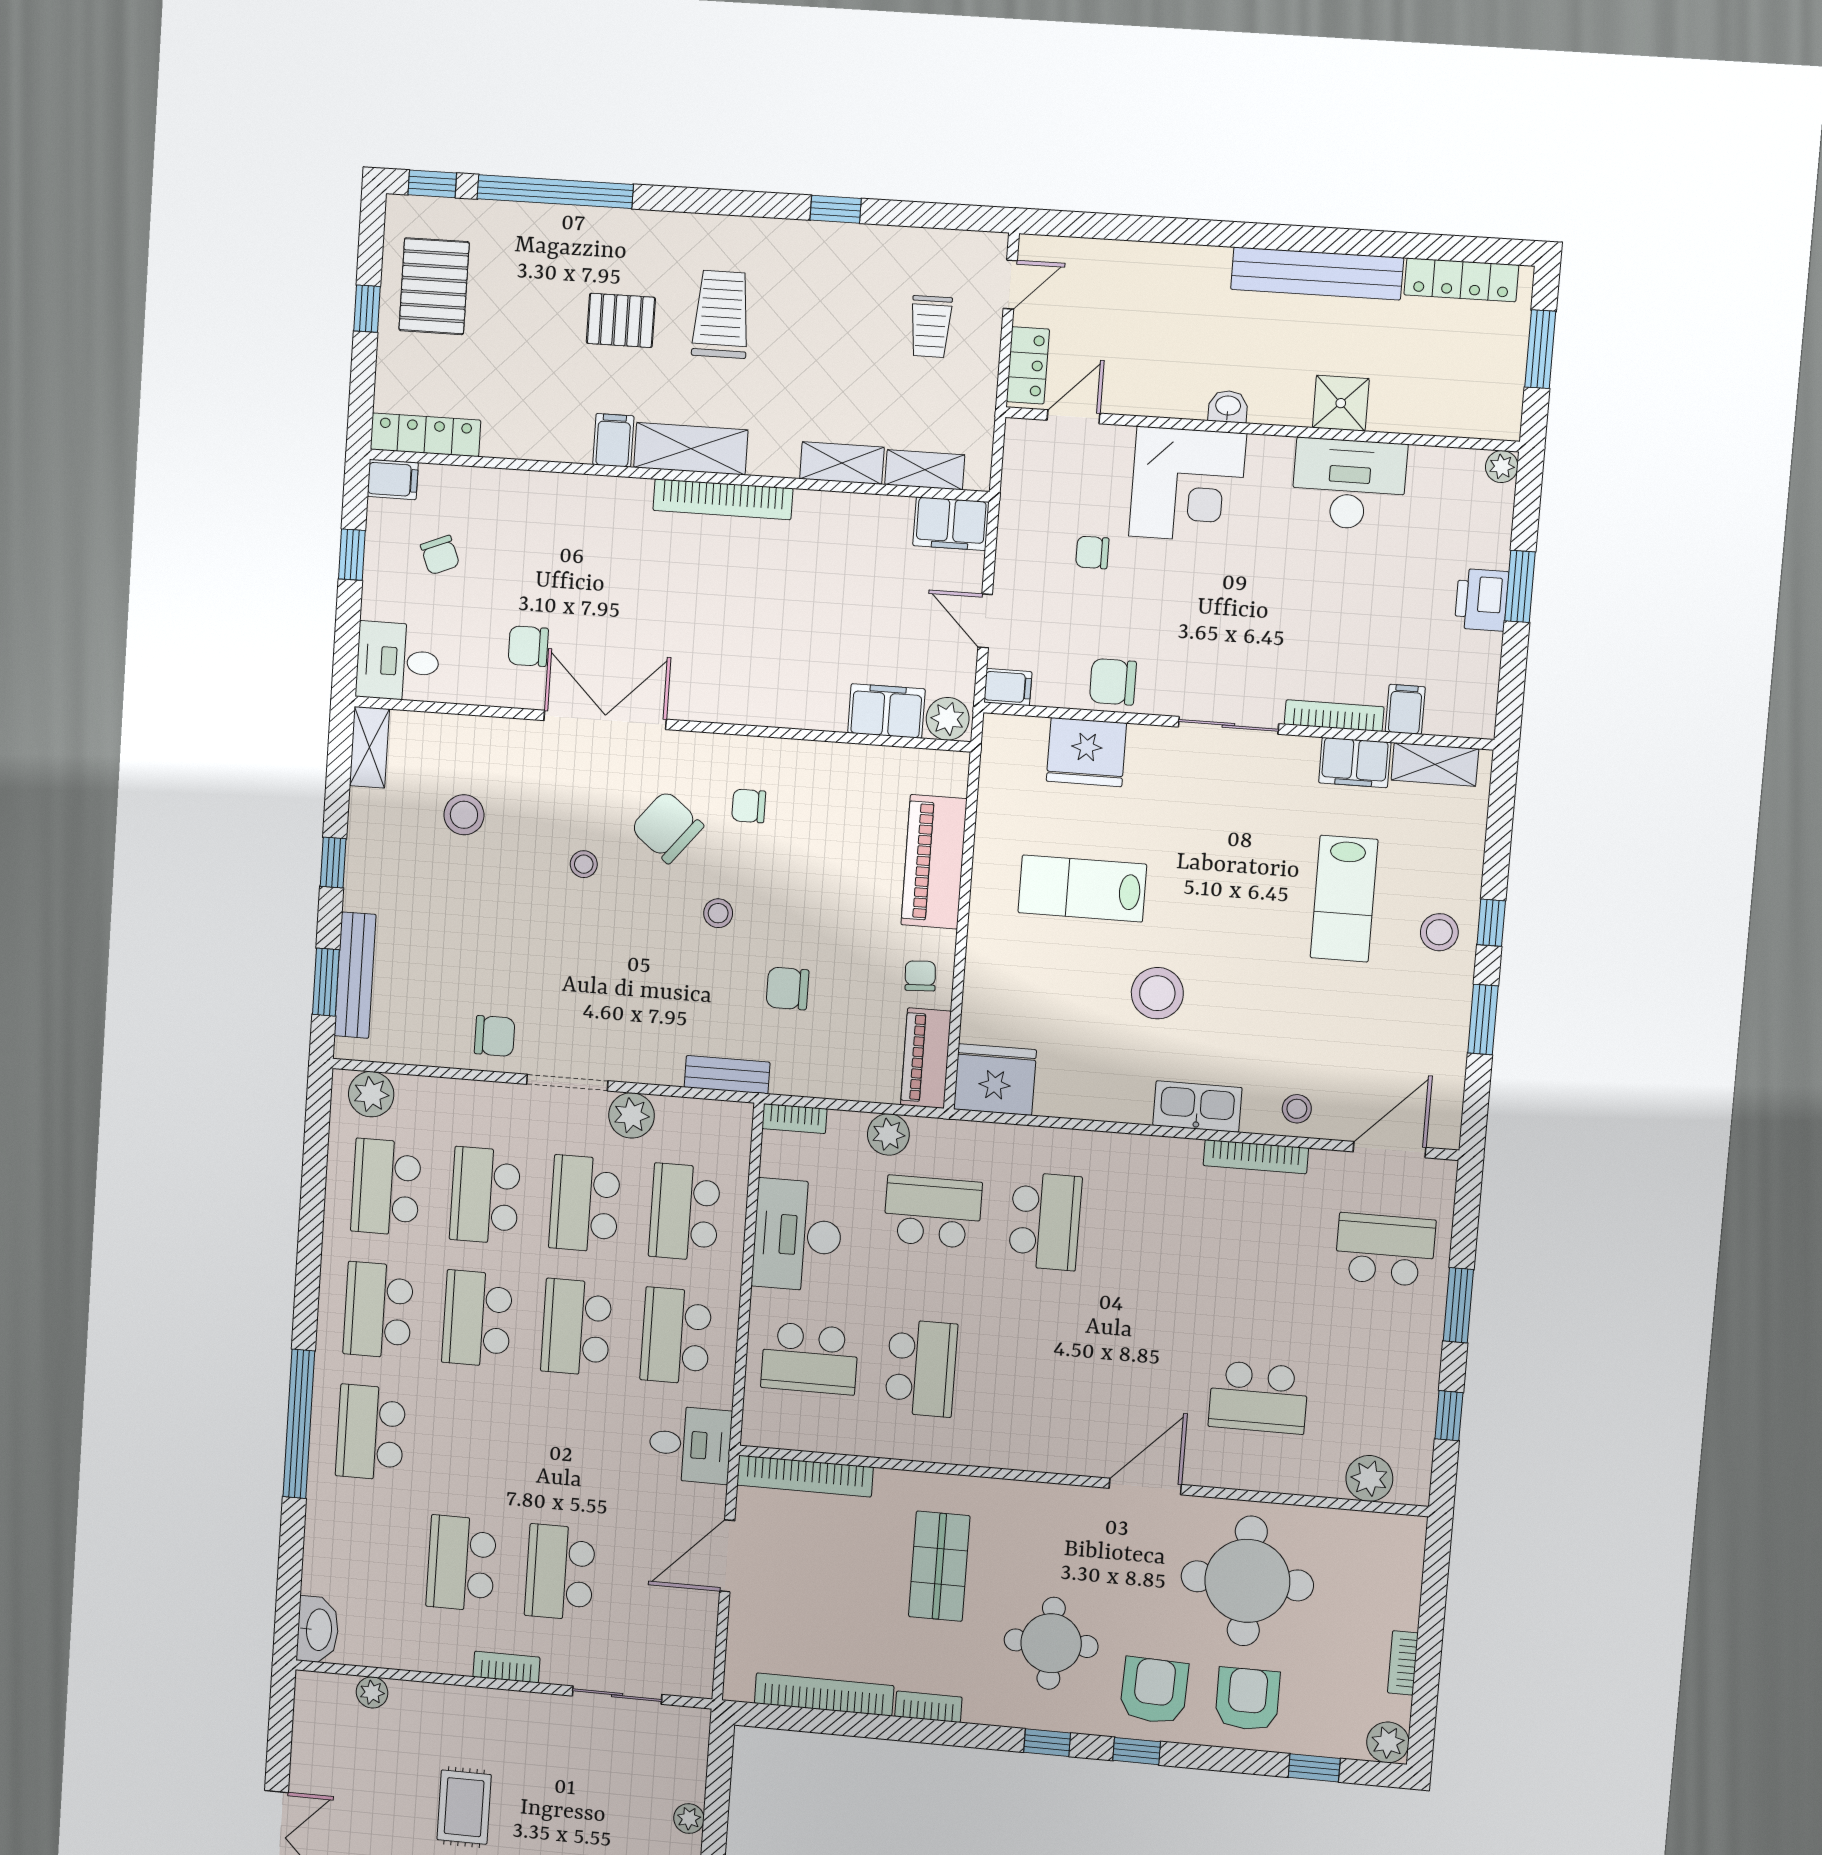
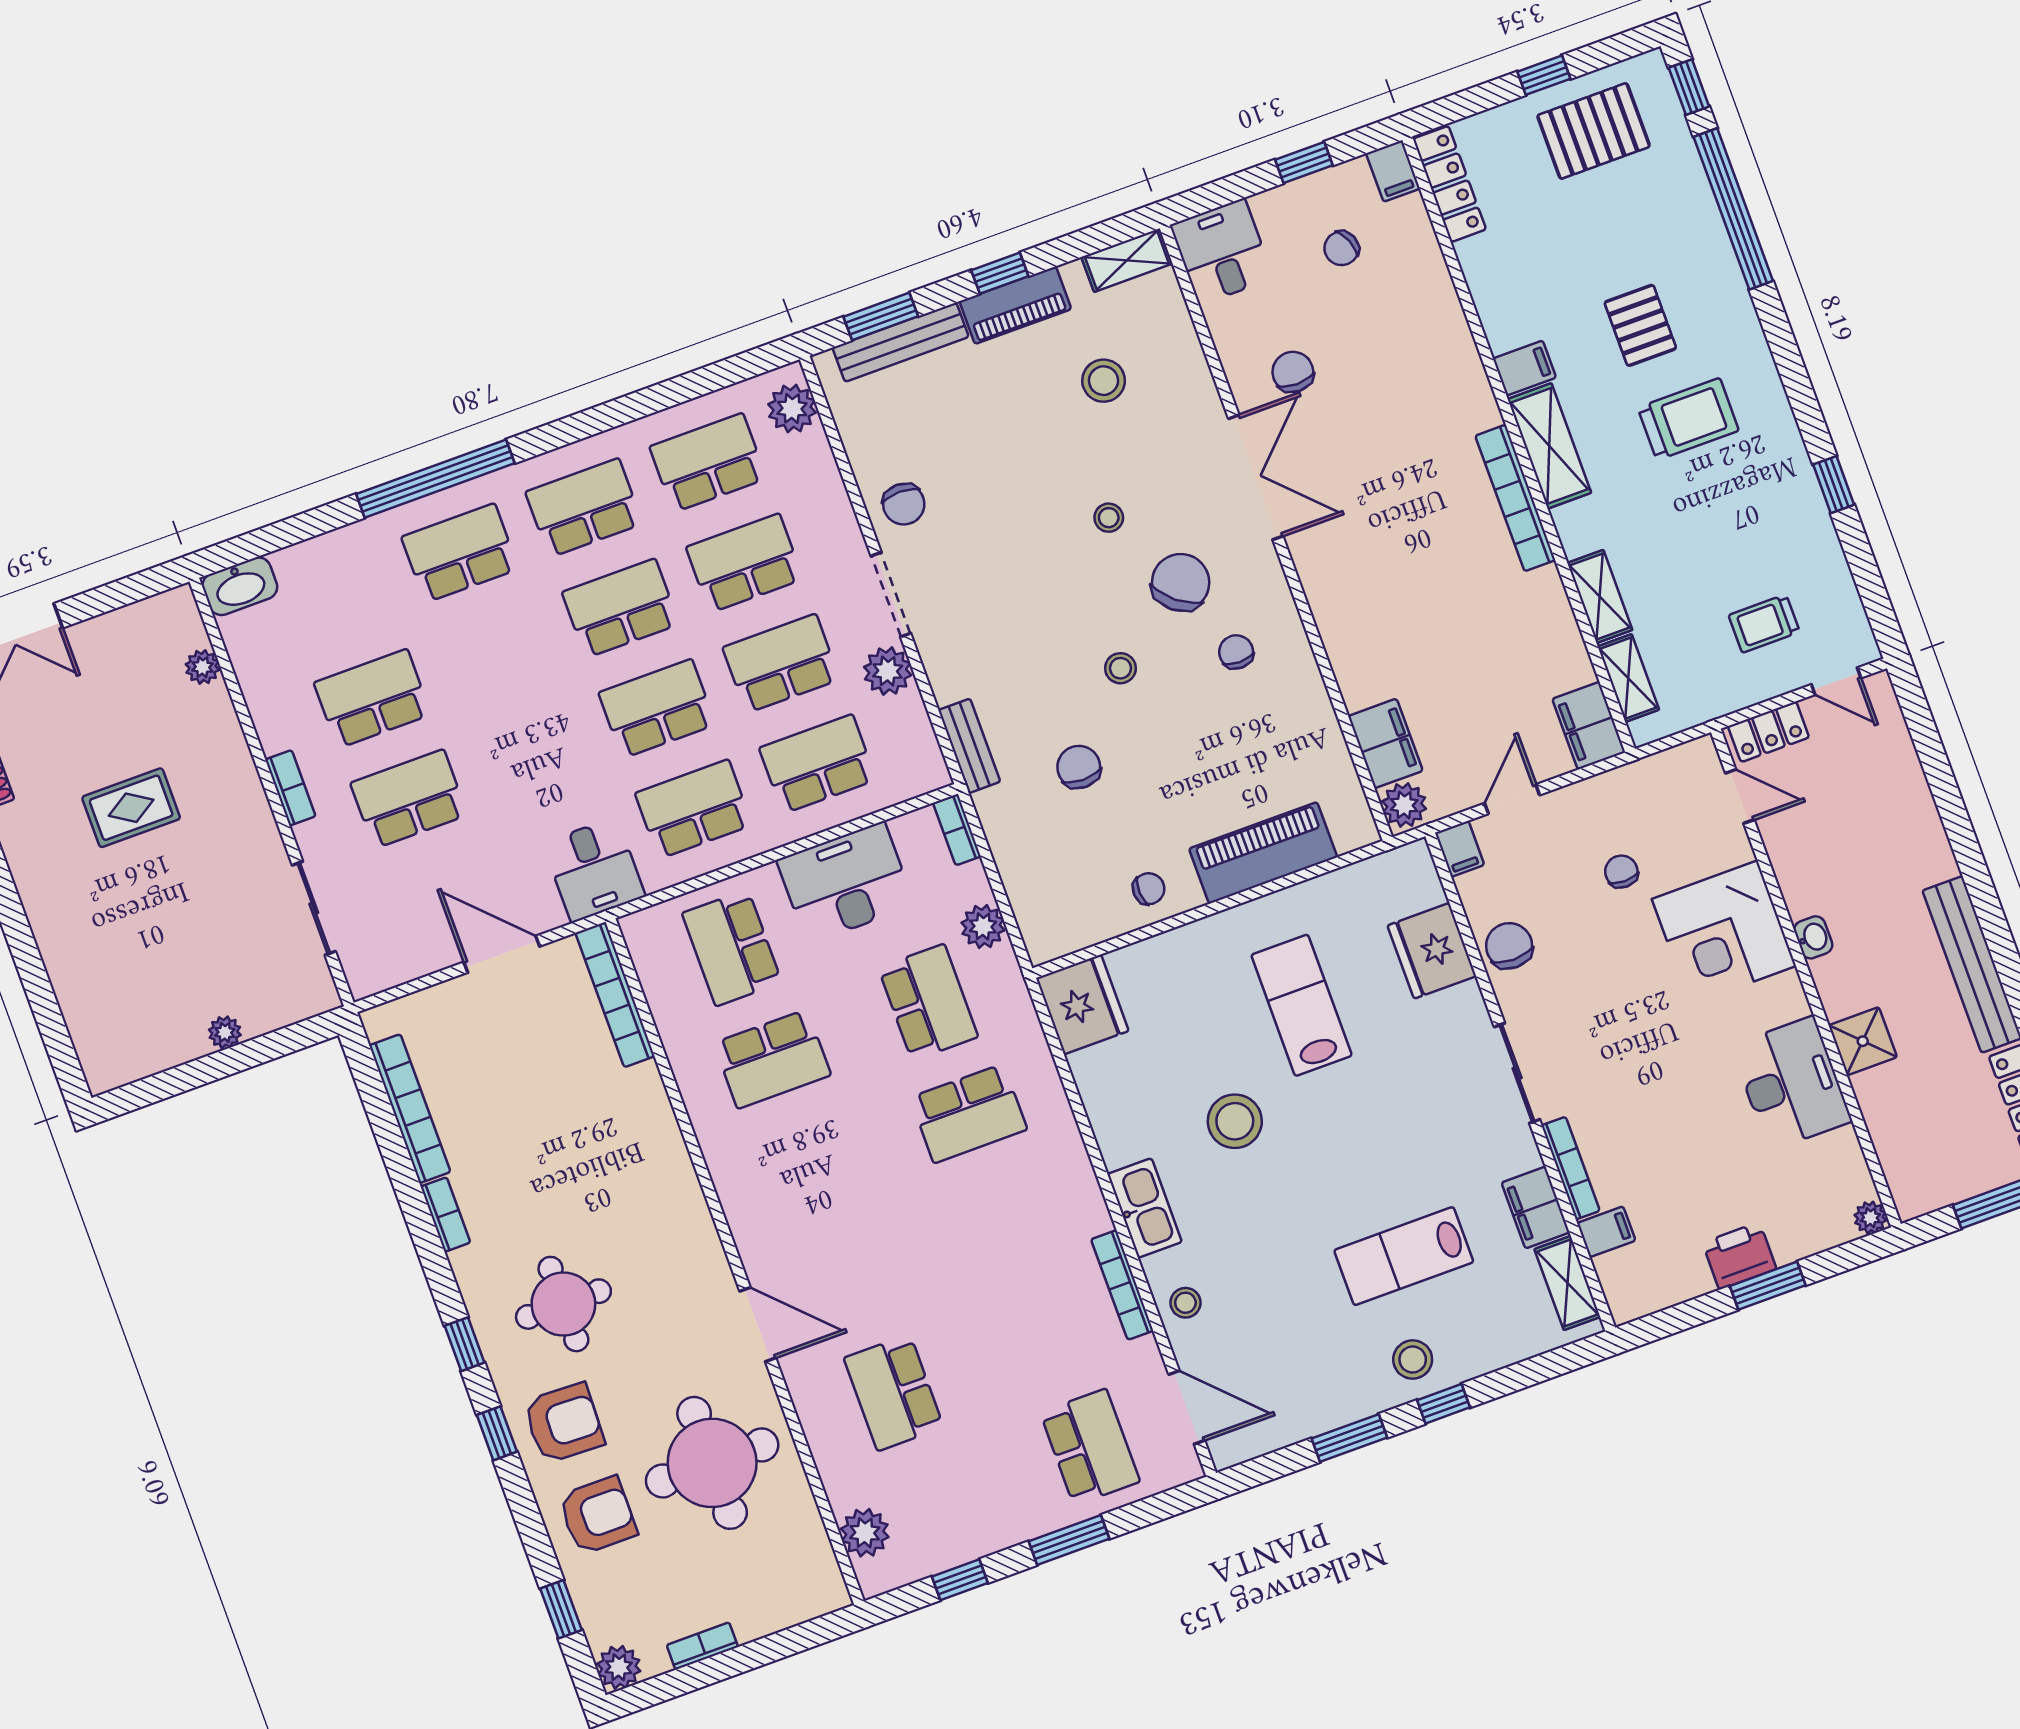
piano: (926, 1058) -> (1015, 305), moved, turned 180
shop shelf: (939, 1566) -> (588, 1163), removed

